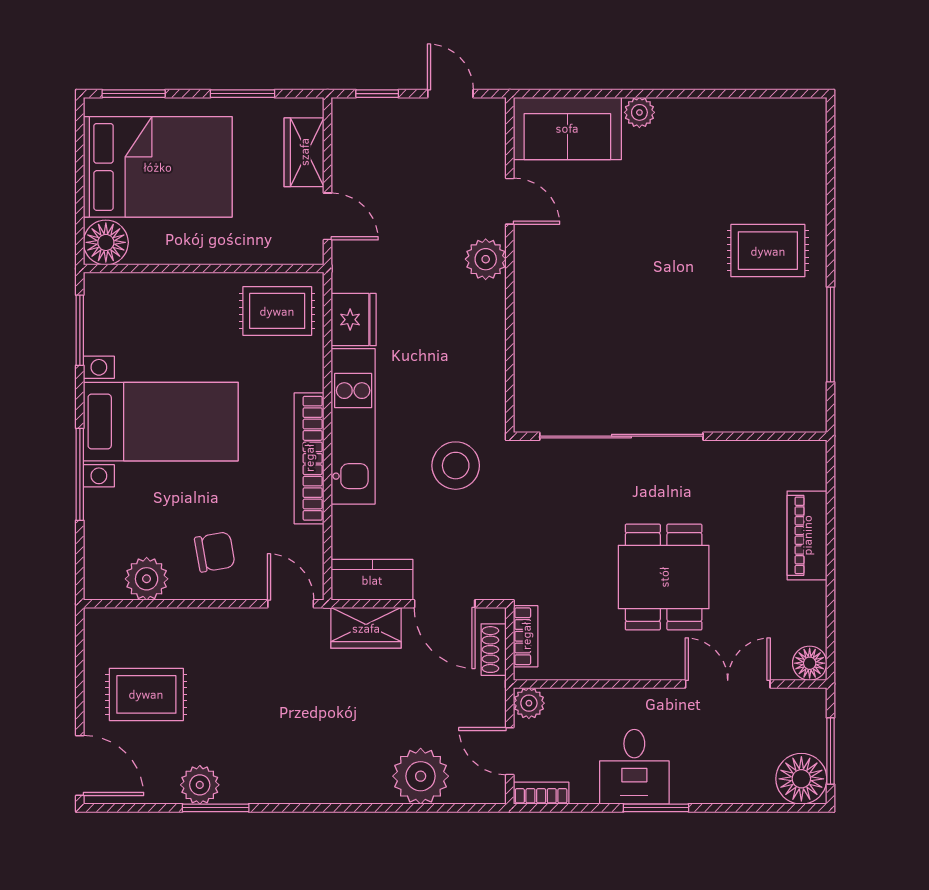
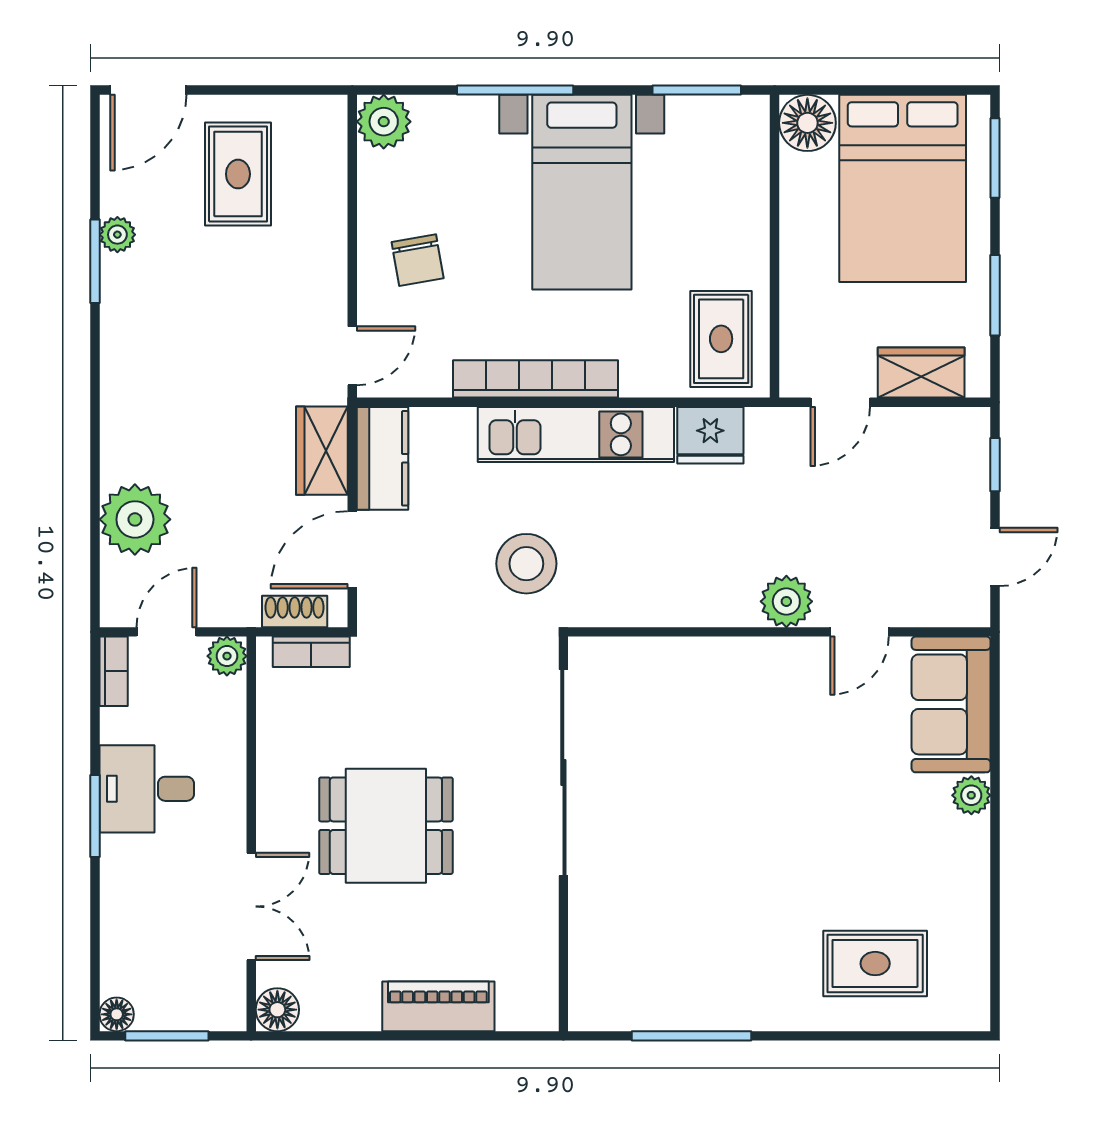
rug: (768, 251) -> (875, 964), moved, turned 90
plant: (147, 579) -> (384, 122), moved
floor lamp: (801, 779) -> (117, 1014), width x0.53, depth x0.53
plant: (200, 785) -> (117, 235), width x0.73, depth x0.73

